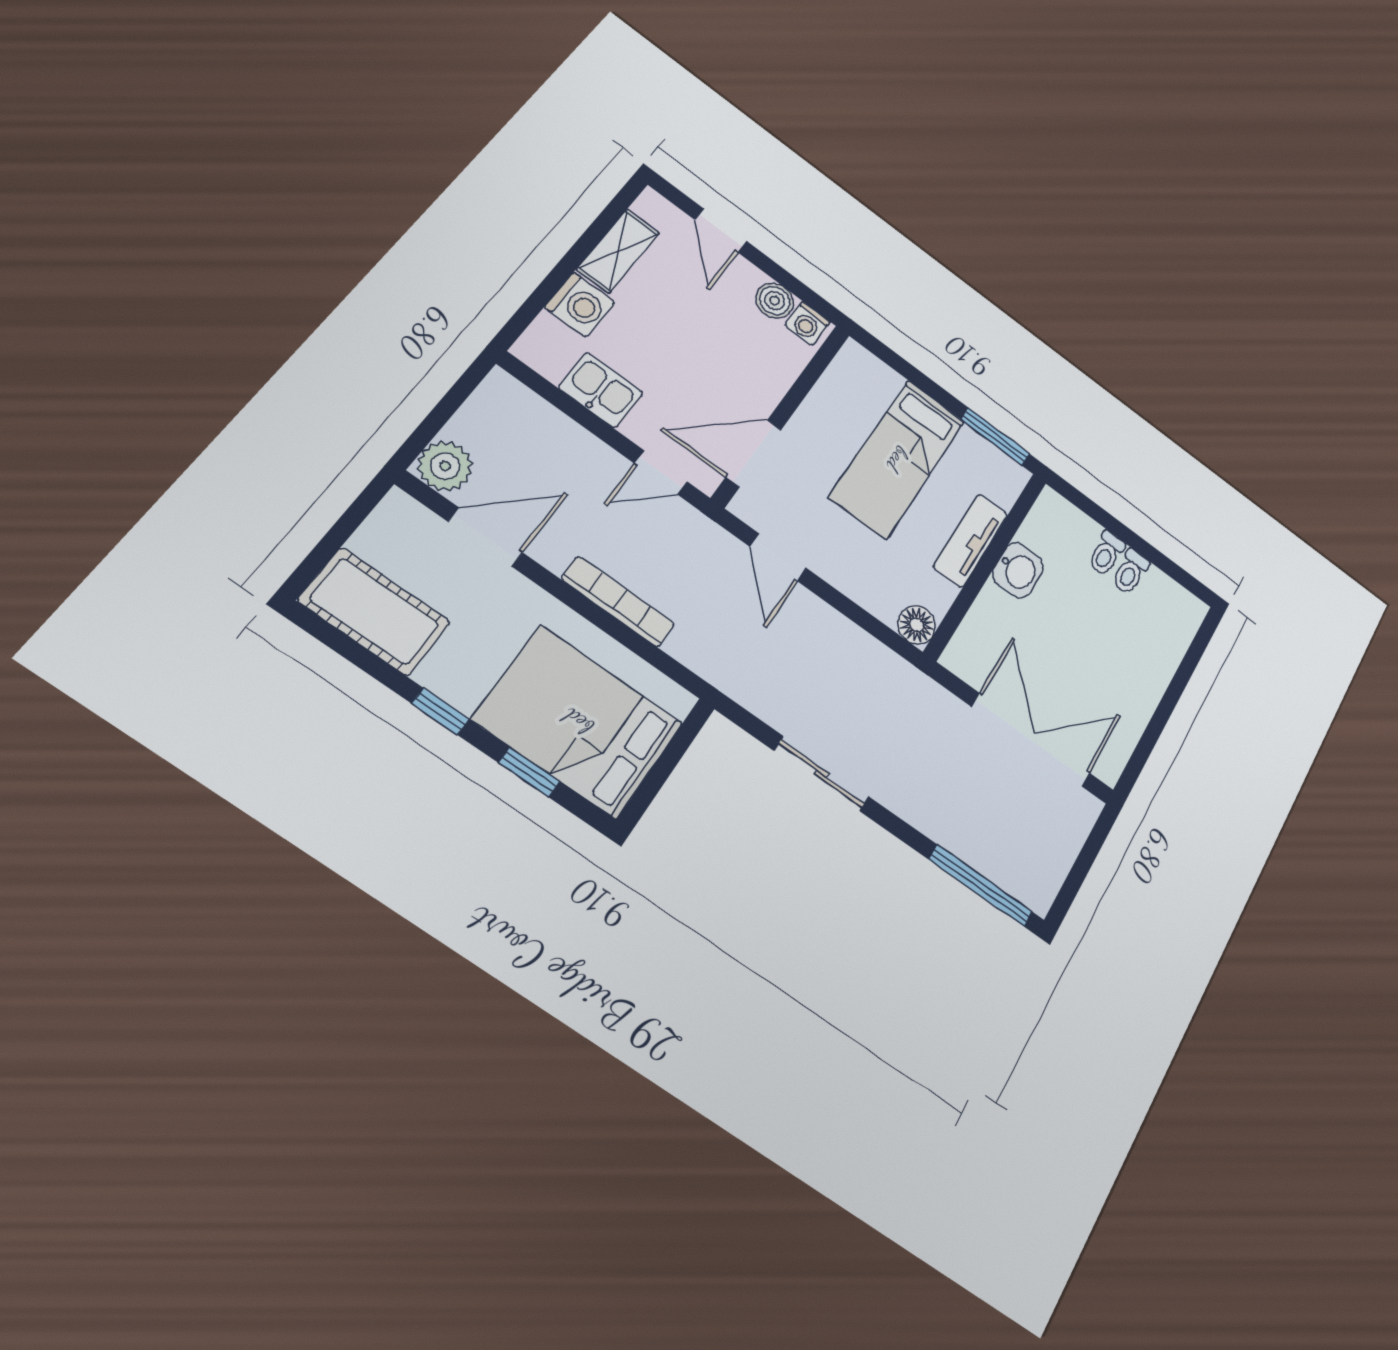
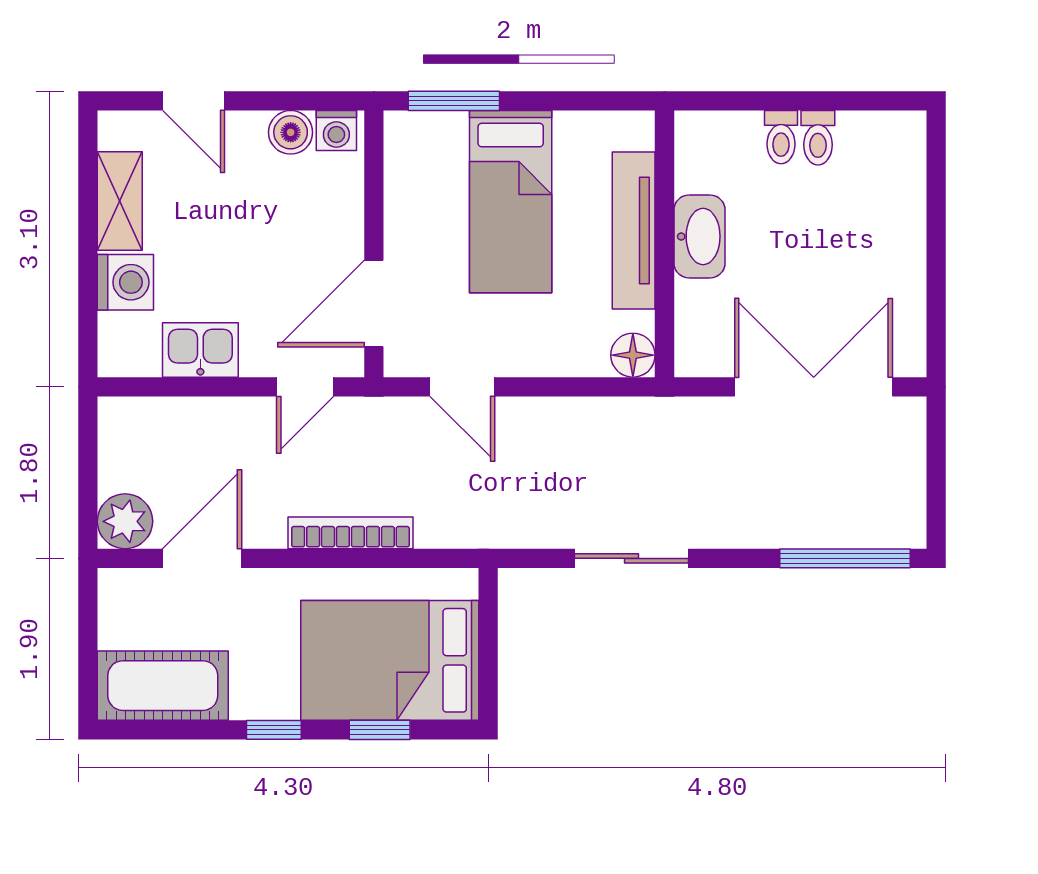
window: (995, 437) -> (454, 101), moved
tv unit: (971, 541) -> (634, 230), width x1.41
washbasin: (1018, 570) -> (699, 236), width x1.38

